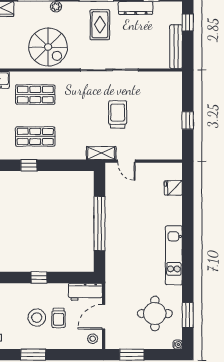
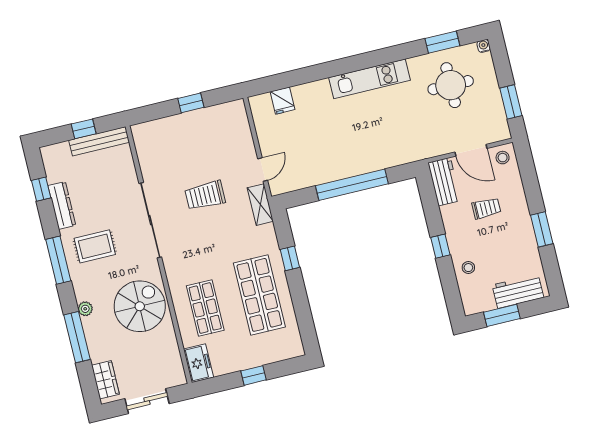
window: (188, 22) -> (84, 129), moved
shop shelf: (35, 137) -> (259, 295), width x1.43, depth x1.36
window: (29, 165) -> (290, 258), moved
stool: (37, 318) -> (468, 268), moved, width x0.53, depth x0.53

